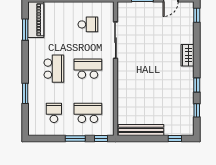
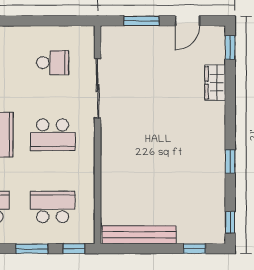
wardrobe: (187, 55) -> (215, 83), moved
school desk: (88, 69) -> (53, 135), turned 180
window: (197, 110) -> (230, 222), moved

